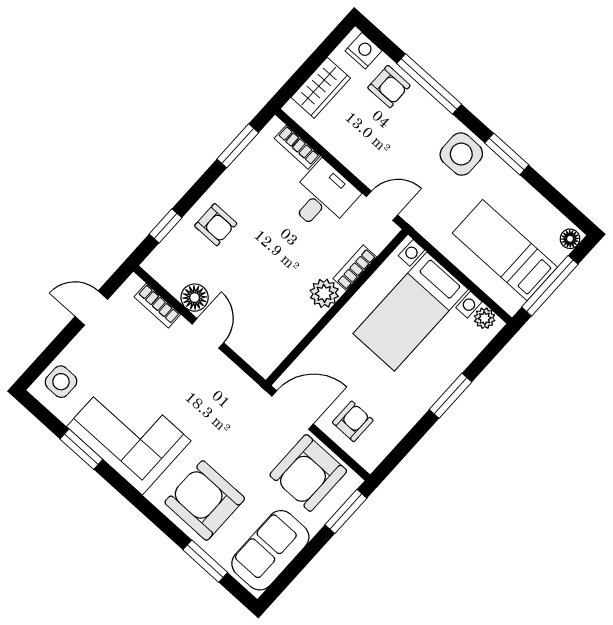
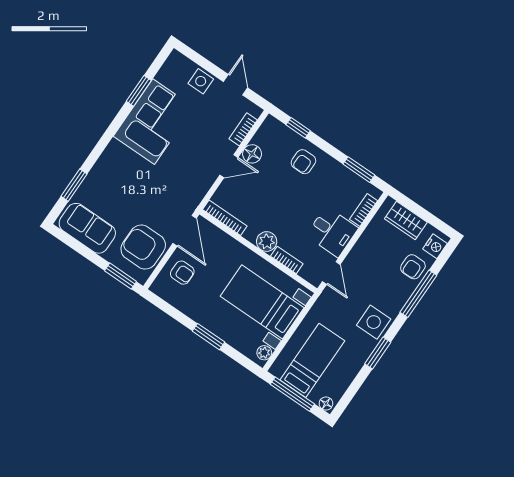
bookcase: (282, 349) -> (225, 218), added
side table: (61, 382) -> (201, 81), moved
armchair: (205, 500) -> (115, 179), removed

